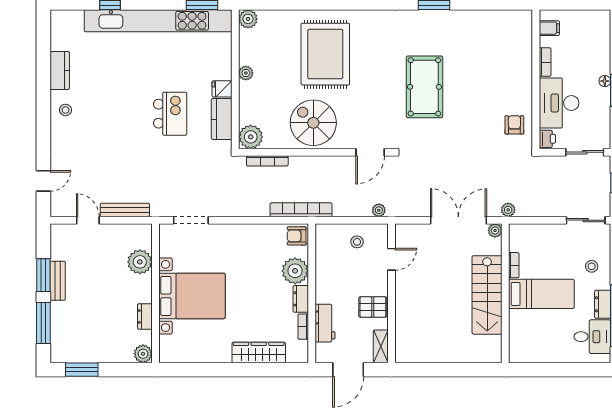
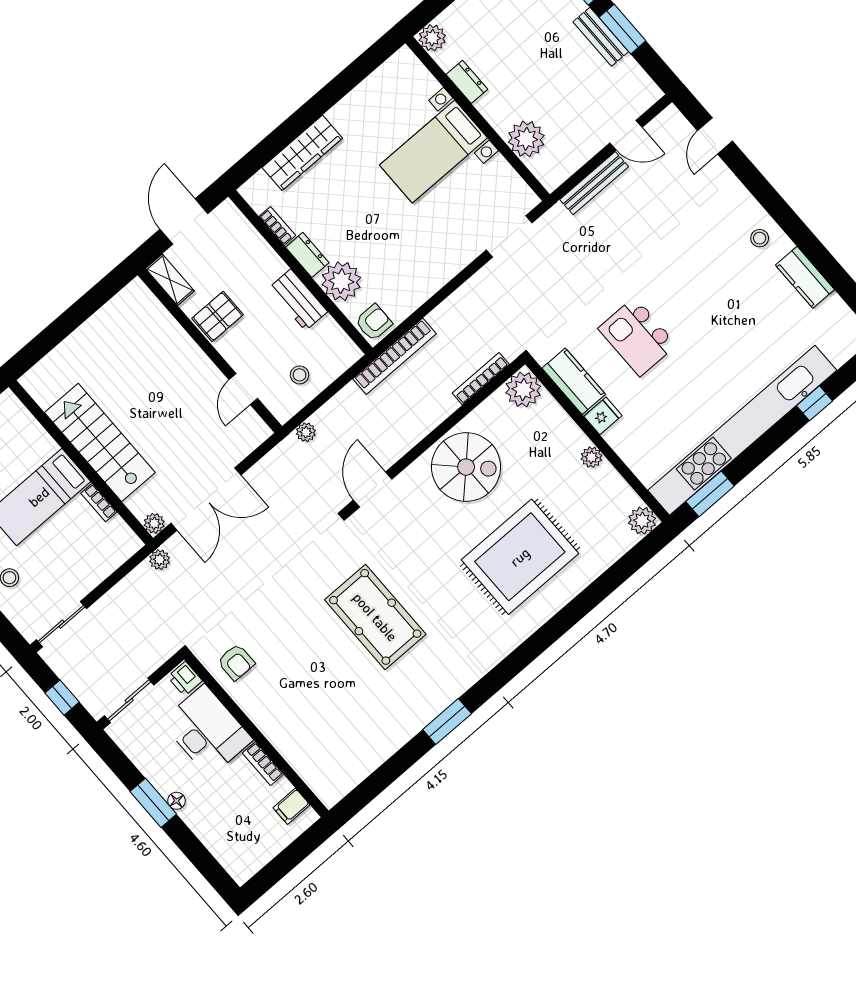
rug: (325, 54) -> (520, 557), turned 90
bed with nightstands: (192, 296) -> (433, 151), width x0.73
workbench: (325, 323) -> (298, 300), moved

